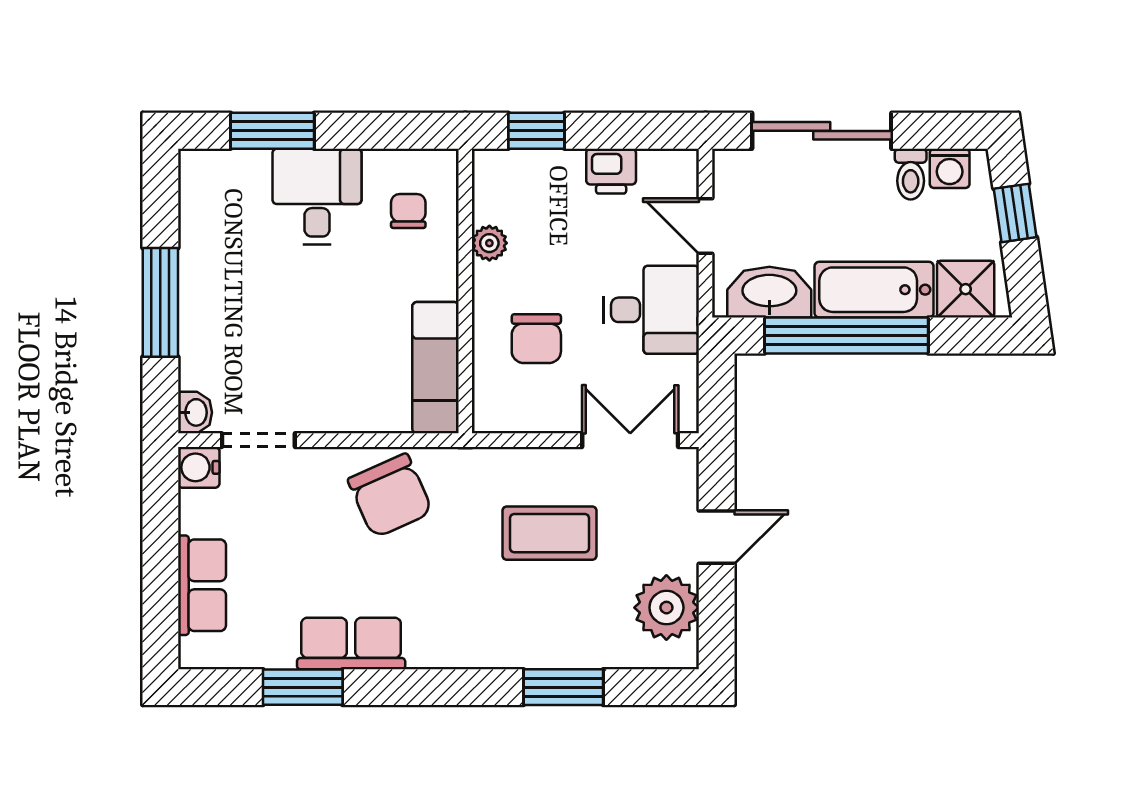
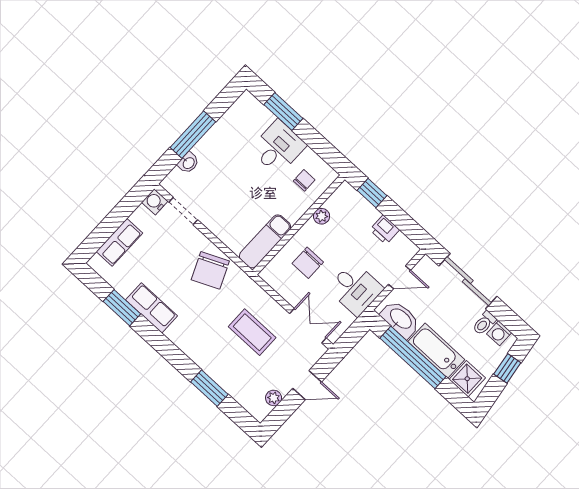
door: (706, 226) -> (399, 277), swing flipped
washbasin: (195, 412) -> (188, 163), moved
plant: (666, 608) -> (274, 398), width x0.53, depth x0.53

